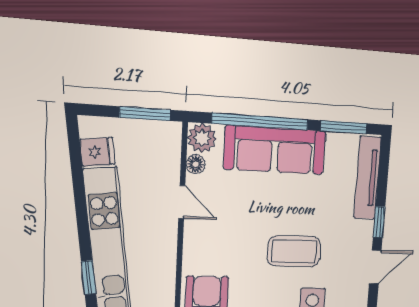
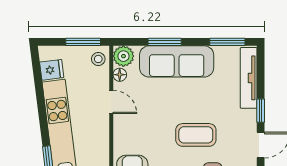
window: (260, 121) -> (165, 42), width x0.47
stool: (166, 140) -> (98, 59), added

